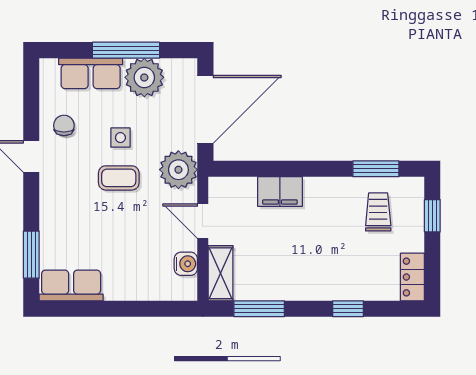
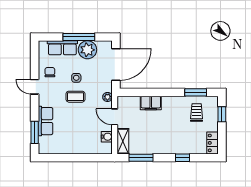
plant: (178, 170) -> (107, 97), width x0.53, depth x0.53
row of seats: (71, 285) -> (45, 121), moved, turned 90

